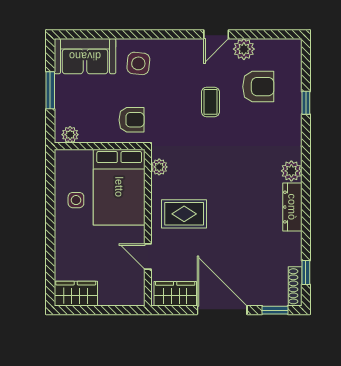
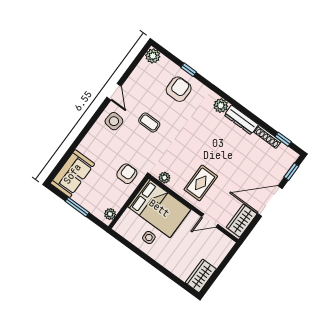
plant: (244, 49) -> (153, 56), moved
side table: (138, 63) -> (114, 121), moved
armchair: (258, 87) -> (179, 89), moved
shoe rack: (295, 286) -> (268, 137), moved

